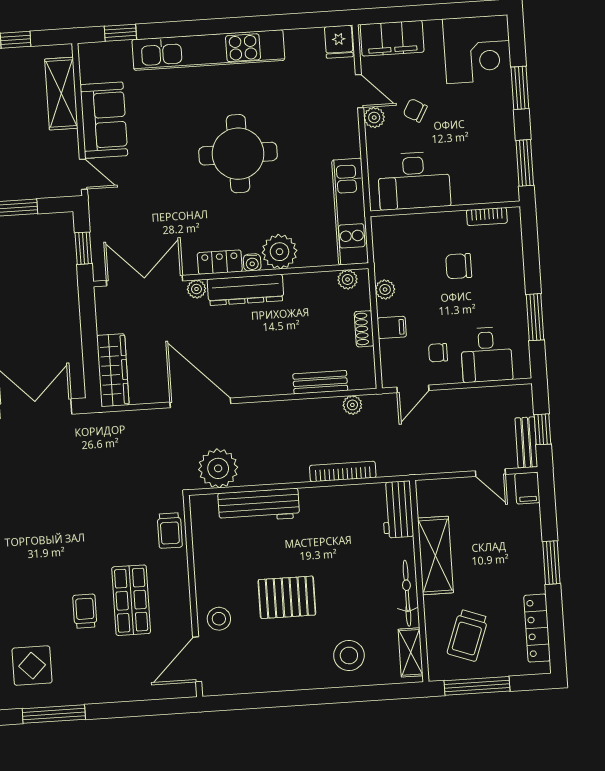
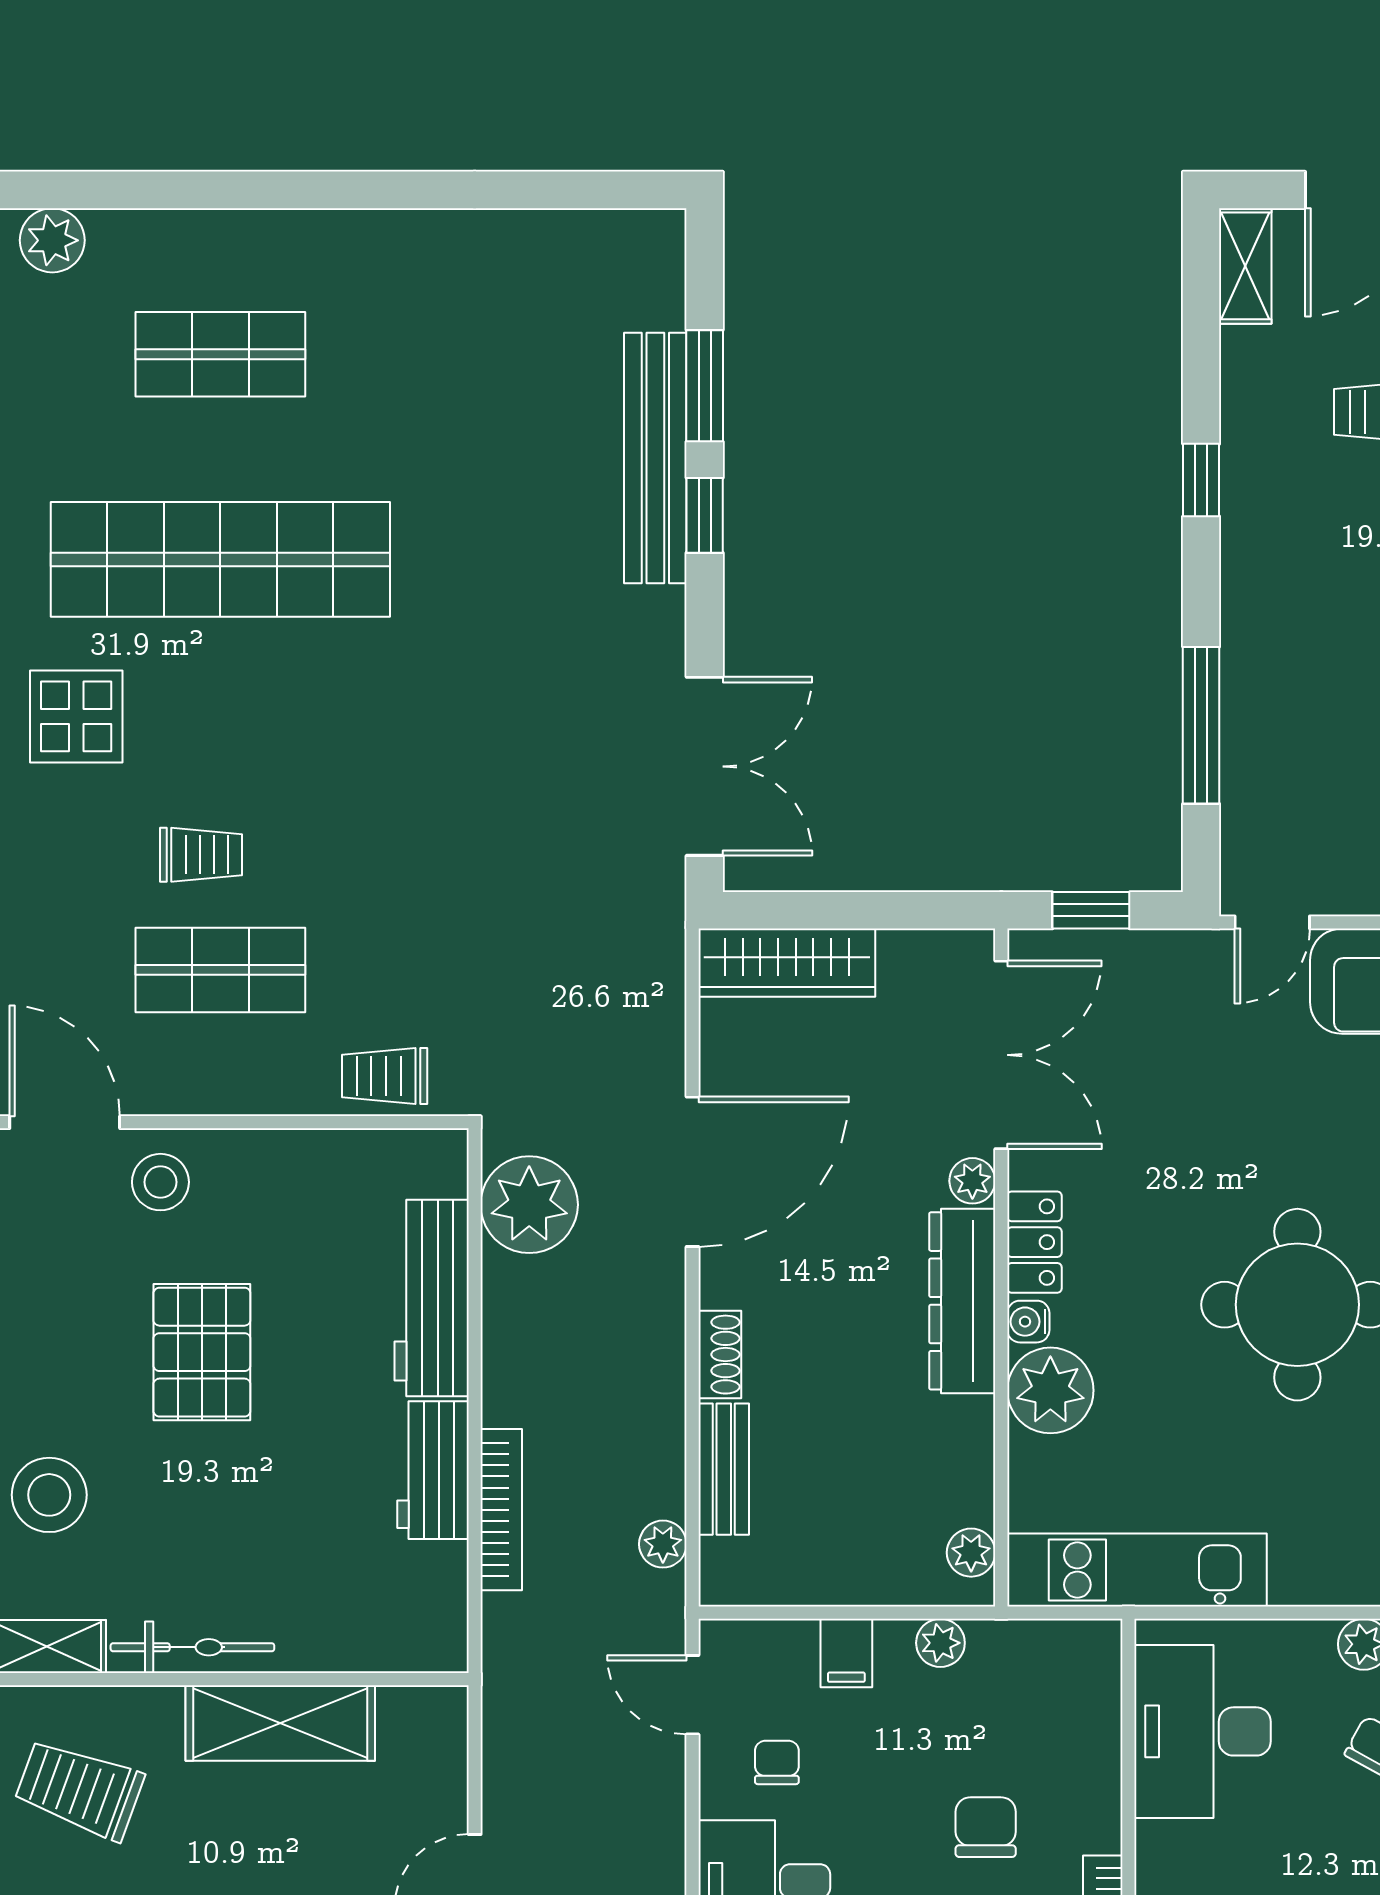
shoe rack: (364, 329) -> (720, 1355), moved, turned 90
workbench: (397, 509) -> (433, 1470), moved, turned -90

